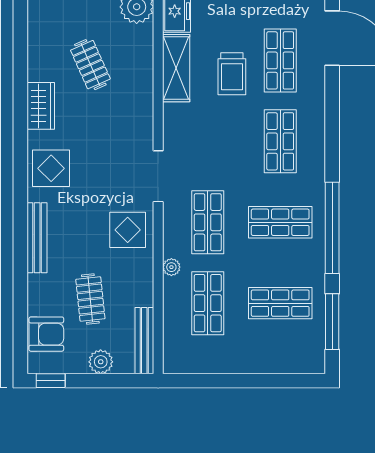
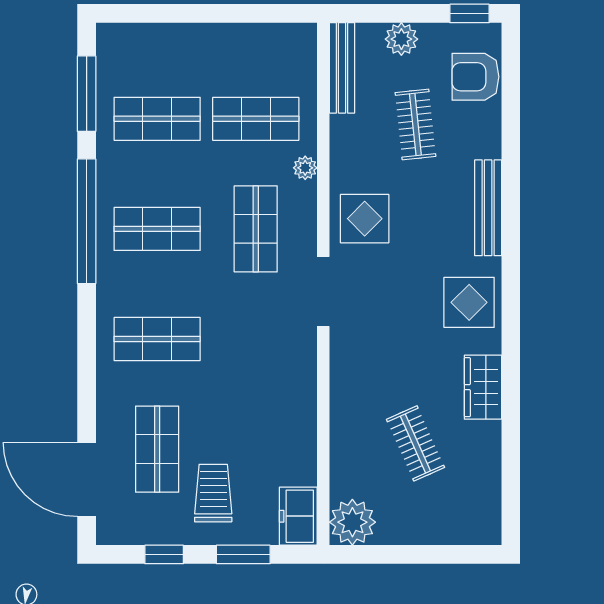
shelving: (176, 68) -> (299, 439), removed
trolley: (232, 74) -> (213, 493), moved
shop shelf: (280, 141) -> (157, 339), turned 90
shop shelf: (208, 303) -> (256, 119), turned 90

